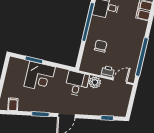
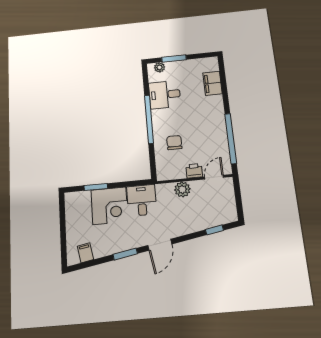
desk: (77, 84) -> (142, 200), moved

